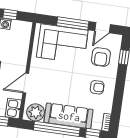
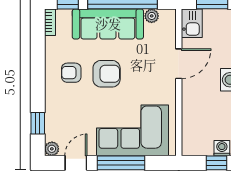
plant: (117, 39) -> (52, 149), added
armchair: (101, 57) -> (107, 74), moved, turned 90
plant: (36, 112) -> (152, 16), width x0.53, depth x0.53

